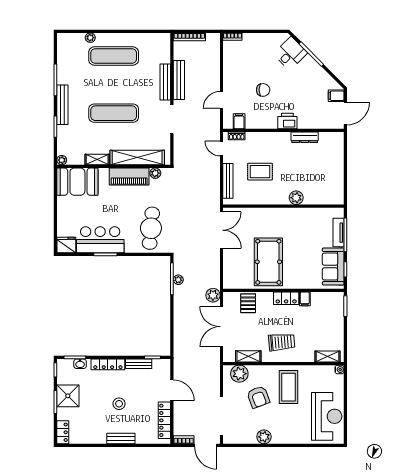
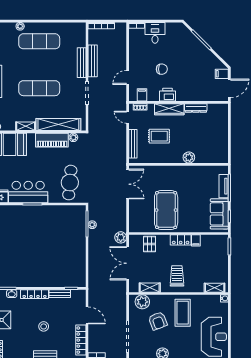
desk: (290, 53) -> (155, 33), moved, turned -45
printer: (287, 121) -> (167, 95), moved
wardrobe: (272, 139) -> (169, 109), added
trolley: (282, 342) -> (177, 276), turned -85

